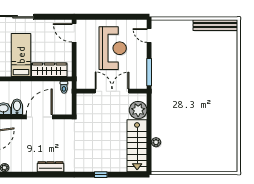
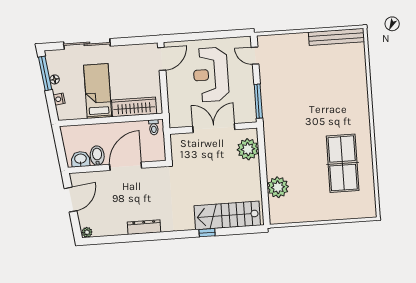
door: (74, 33) -> (162, 59), swing flipped
reception desk: (113, 48) -> (211, 75), turned 180
table tennis table: (213, 127) -> (343, 163), added
plant: (156, 142) -> (278, 187), width x1.87, depth x1.87
stairs: (137, 146) -> (227, 215), moved, turned 90

